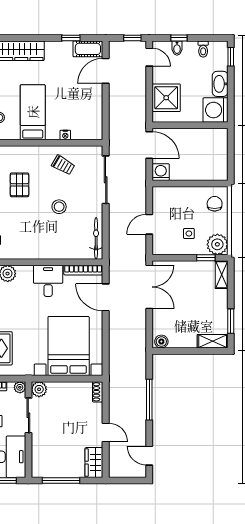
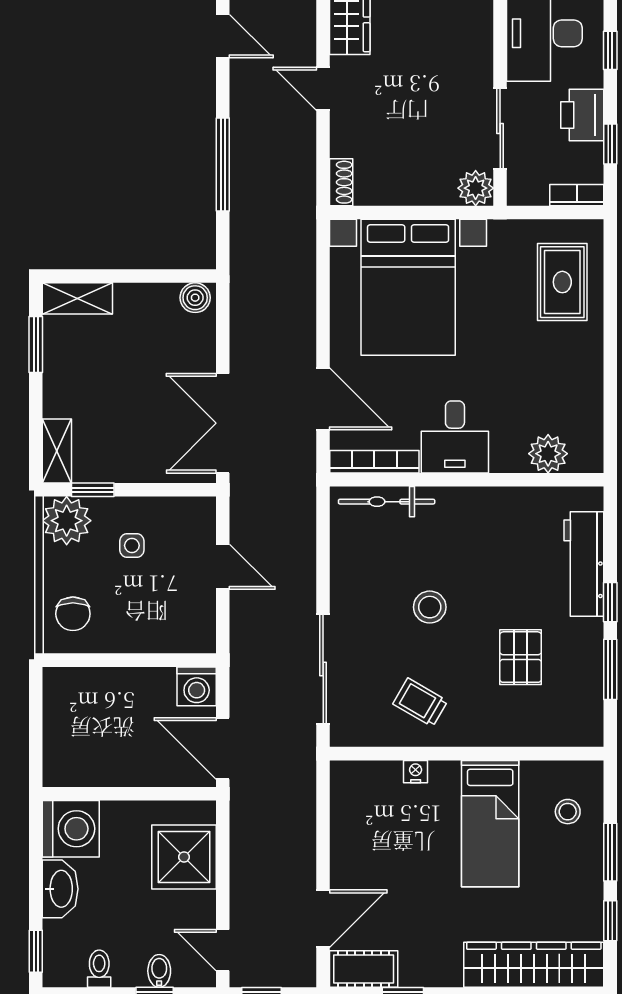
door: (149, 224) -> (223, 567), hinge flipped
bicycle: (96, 238) -> (387, 502), moved, turned 90
plant: (20, 387) -> (520, 193), removed

